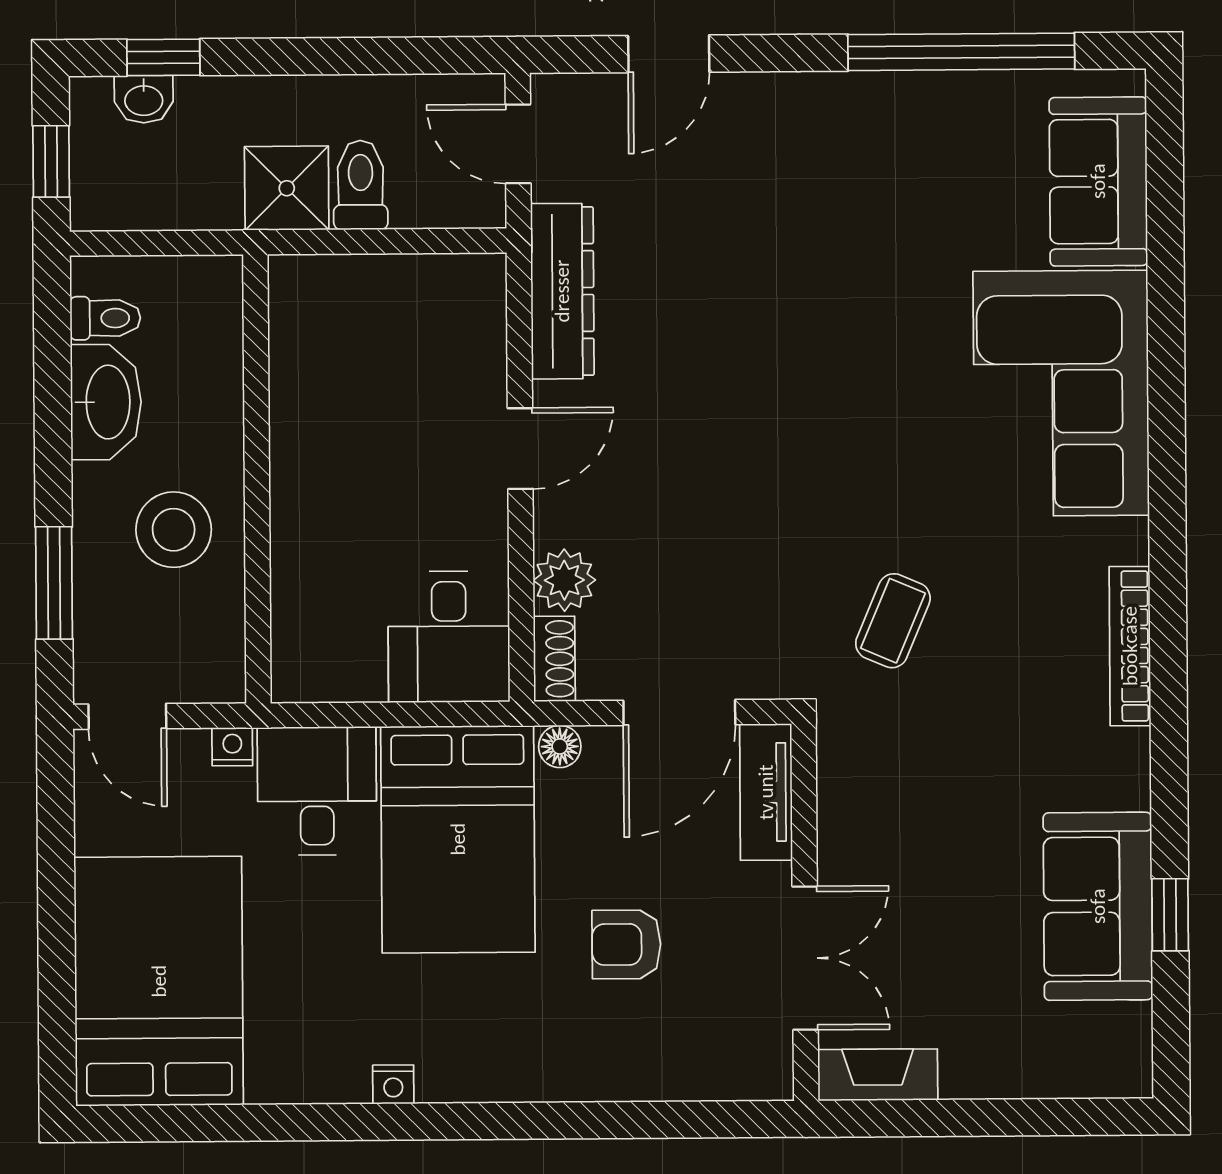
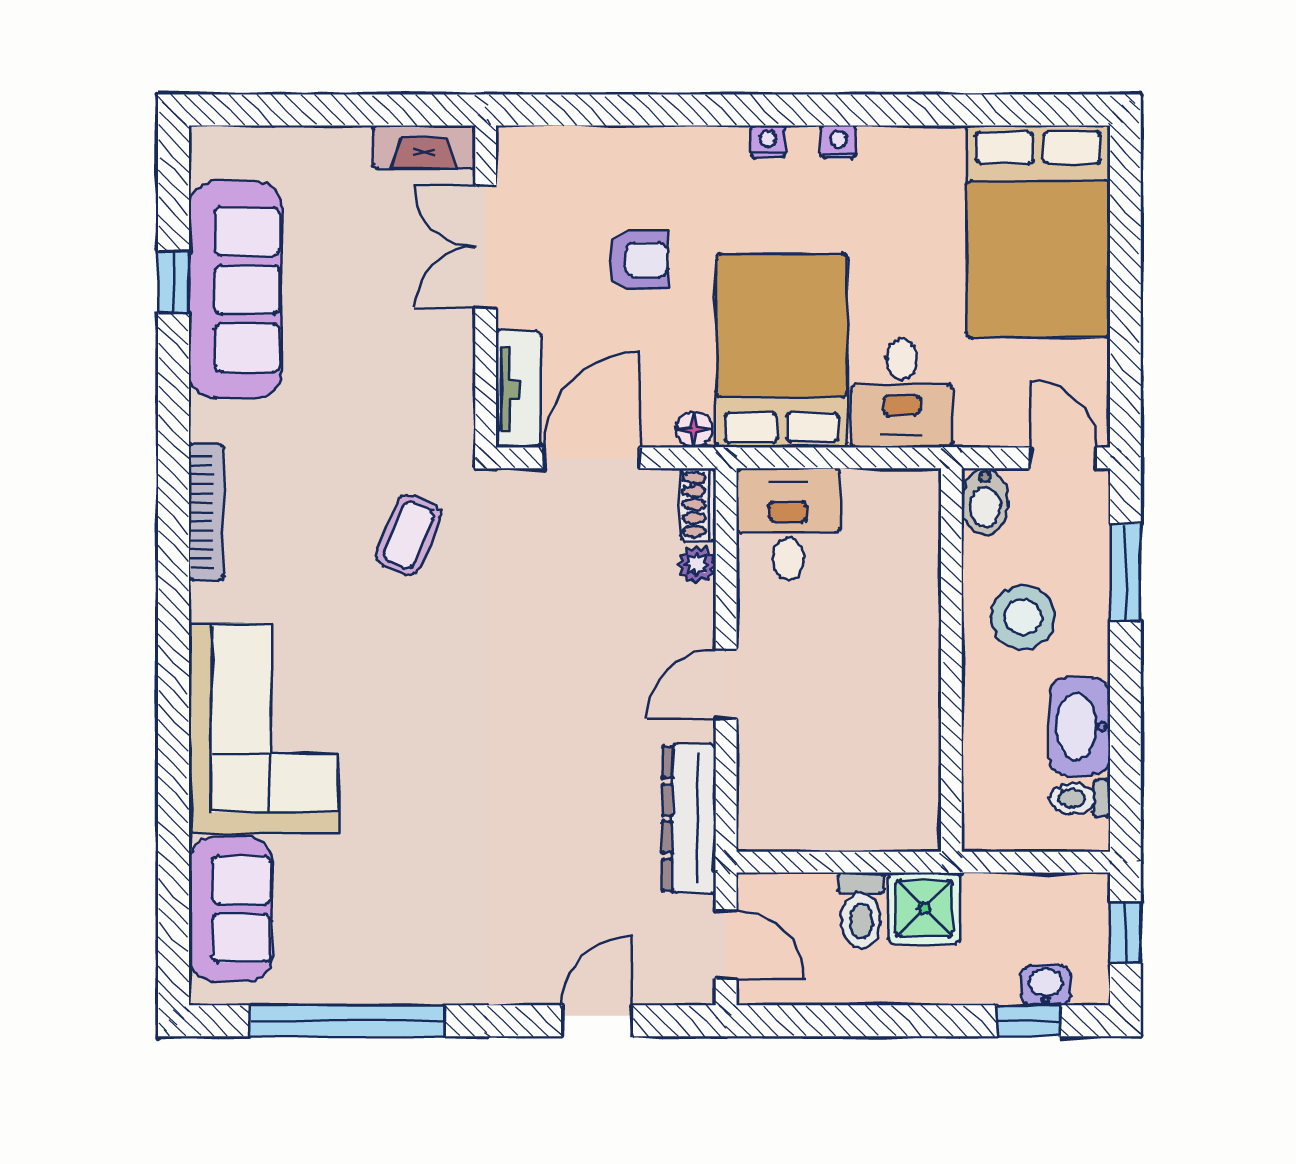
plant: (564, 580) -> (697, 564), width x0.73, depth x0.73
bidet: (219, 665) -> (985, 502), added
nightstand: (232, 747) -> (768, 142), moved, turned 180
sofa: (1098, 906) -> (235, 290), width x1.36

